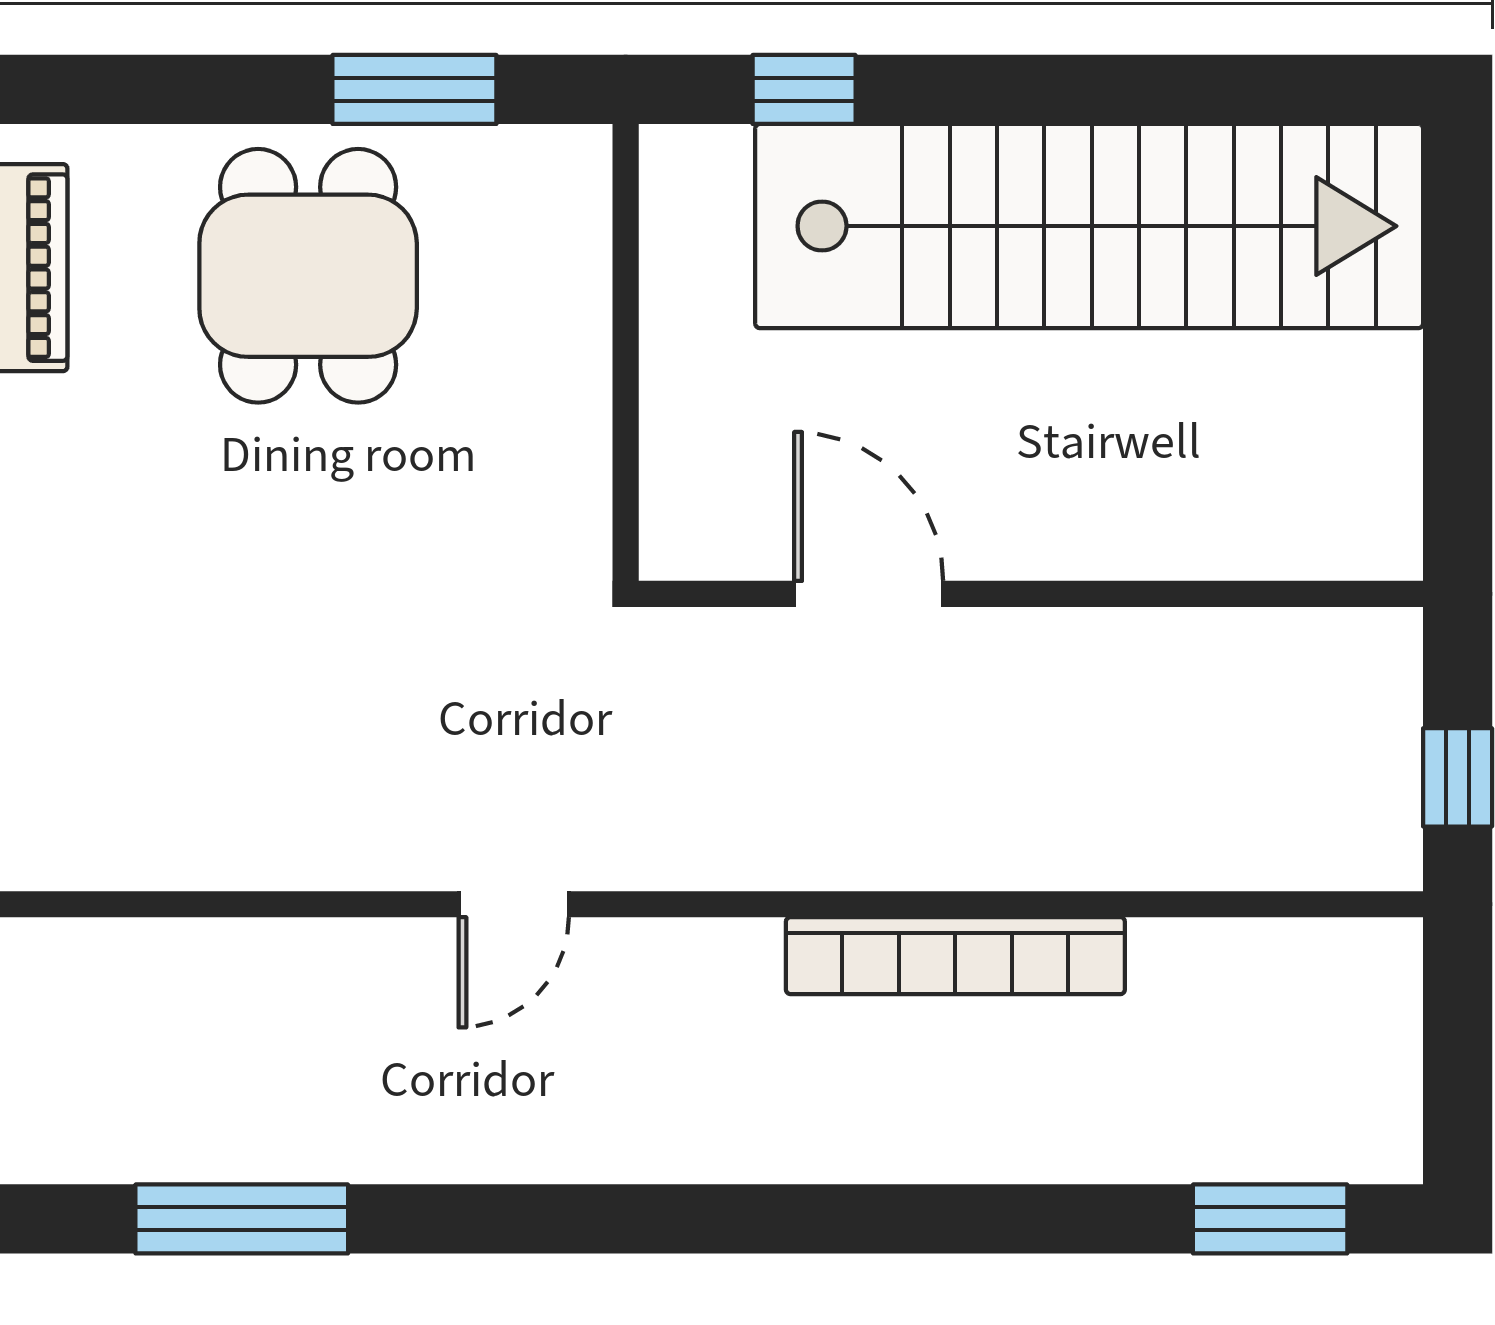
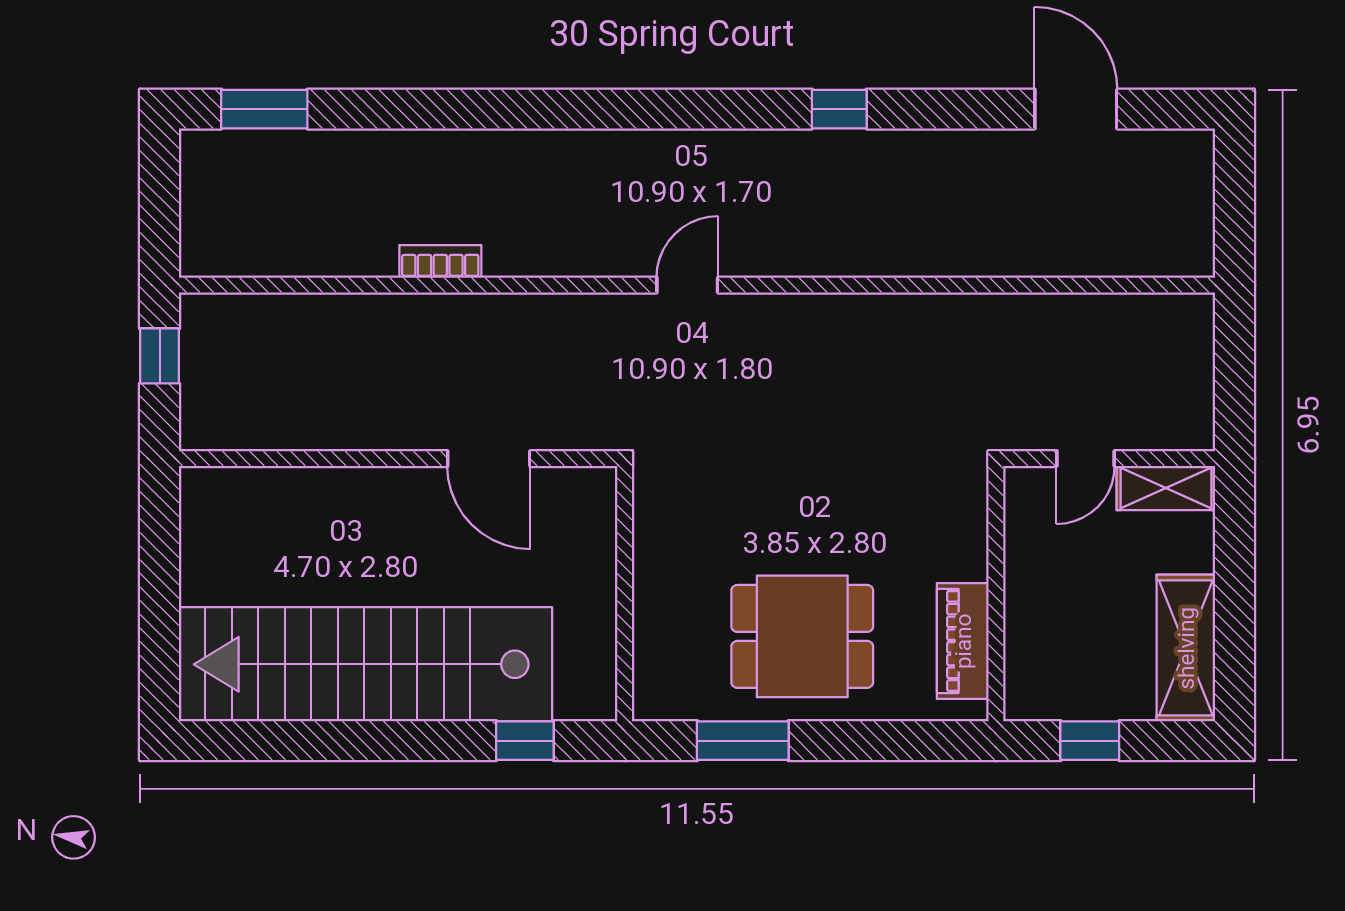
dining table: (308, 276) -> (802, 636), turned 90
bookcase: (955, 956) -> (440, 261), width x0.43, depth x0.76
window: (242, 1219) -> (839, 109), width x0.46

